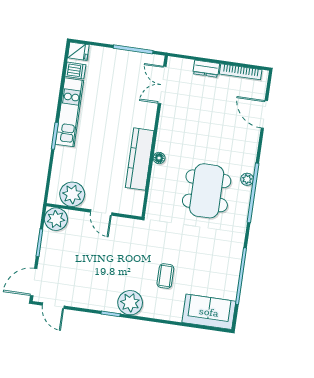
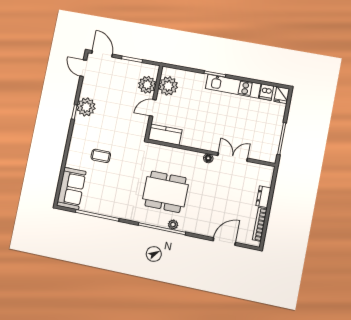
double door: (162, 85) -> (233, 157), moved
floor lamp: (159, 158) -> (208, 158), moved
kitchen counter: (140, 159) -> (165, 135), moved, width x0.67
plant: (56, 219) -> (147, 85), moved
plant: (130, 303) -> (86, 107), moved
door: (53, 306) -> (83, 68), hinge flipped

